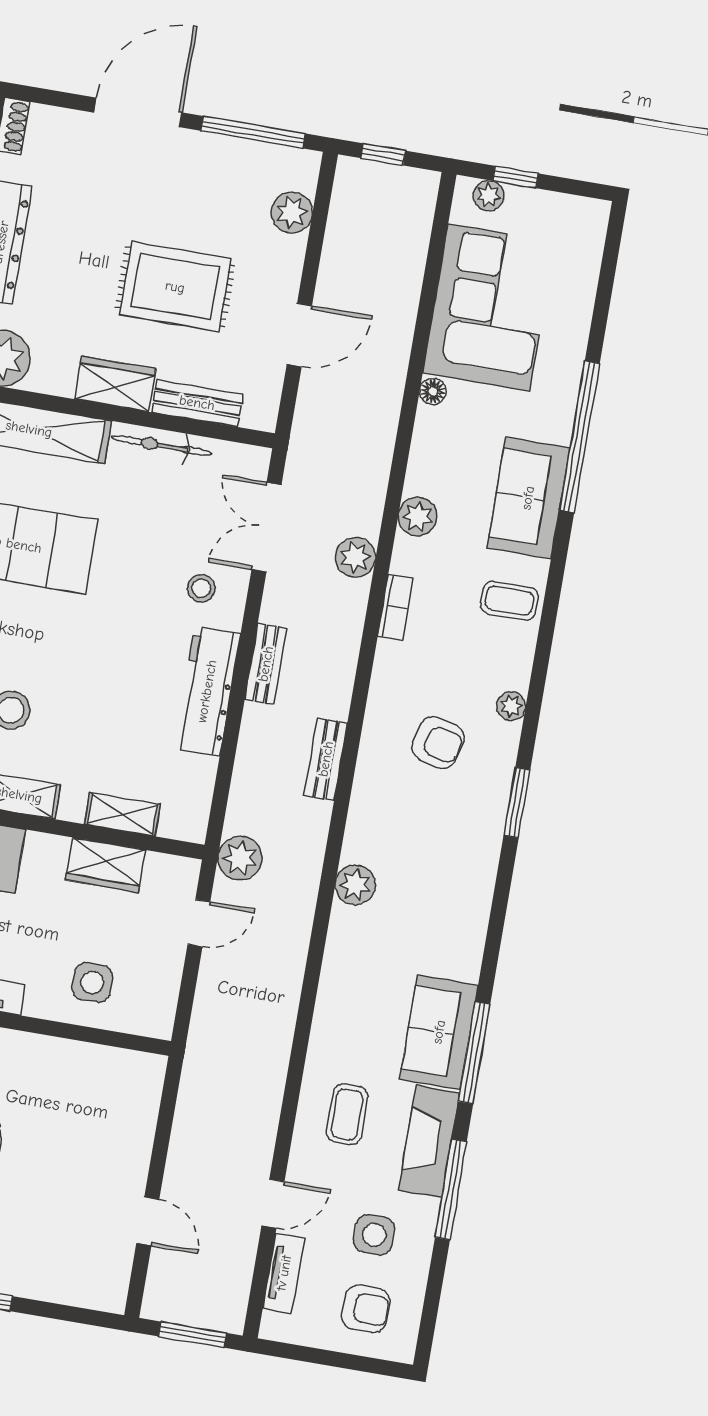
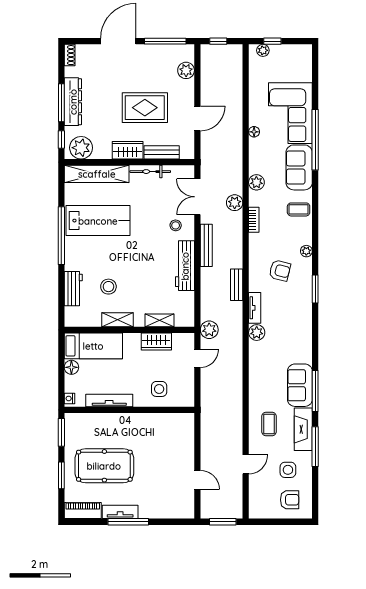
corner sofa: (489, 308) -> (290, 113), moved, turned 180
bench: (266, 664) -> (206, 245), width x1.36
tv unit: (284, 1273) -> (255, 308), moved

